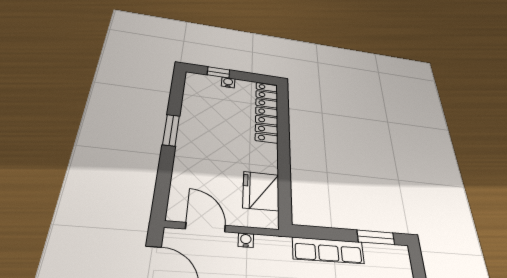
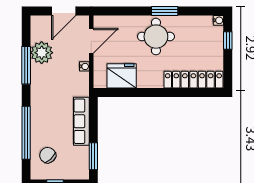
water cooler: (228, 82) -> (218, 20), moved
round table: (207, 144) -> (156, 37), added

